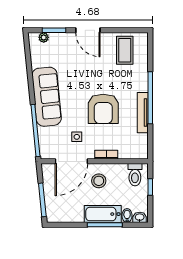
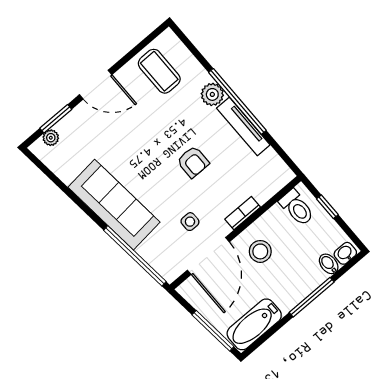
plant: (141, 84) -> (212, 94), added
armchair: (103, 109) -> (193, 162), width x0.53, depth x0.53
bathtub: (103, 214) -> (254, 324), moved

